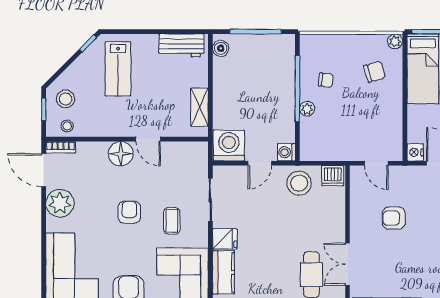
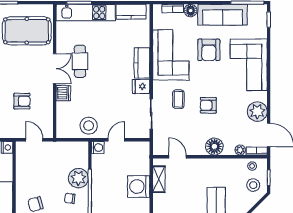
plant: (307, 109) -> (78, 178), width x1.87, depth x1.87
door: (148, 139) -> (178, 157), moved
washing machine: (229, 146) -> (139, 187), moved, turned 90
plant: (84, 149) -> (240, 150), added
dishwasher: (333, 176) -> (63, 93), moved, turned 90
armchair: (129, 212) -> (208, 105), turned 90

